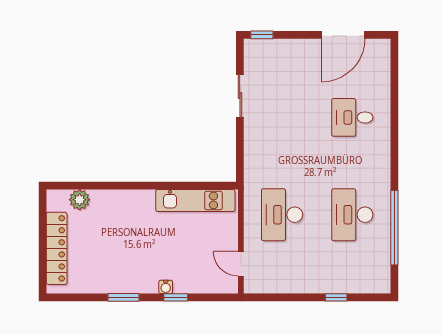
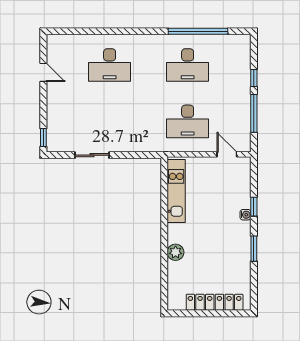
door: (343, 35) -> (43, 72), width x0.53
desk: (352, 117) -> (110, 65), width x1.37
plant: (80, 200) -> (176, 252), moved
door: (241, 264) -> (227, 154), swing flipped
window: (292, 297) -> (254, 113), added

